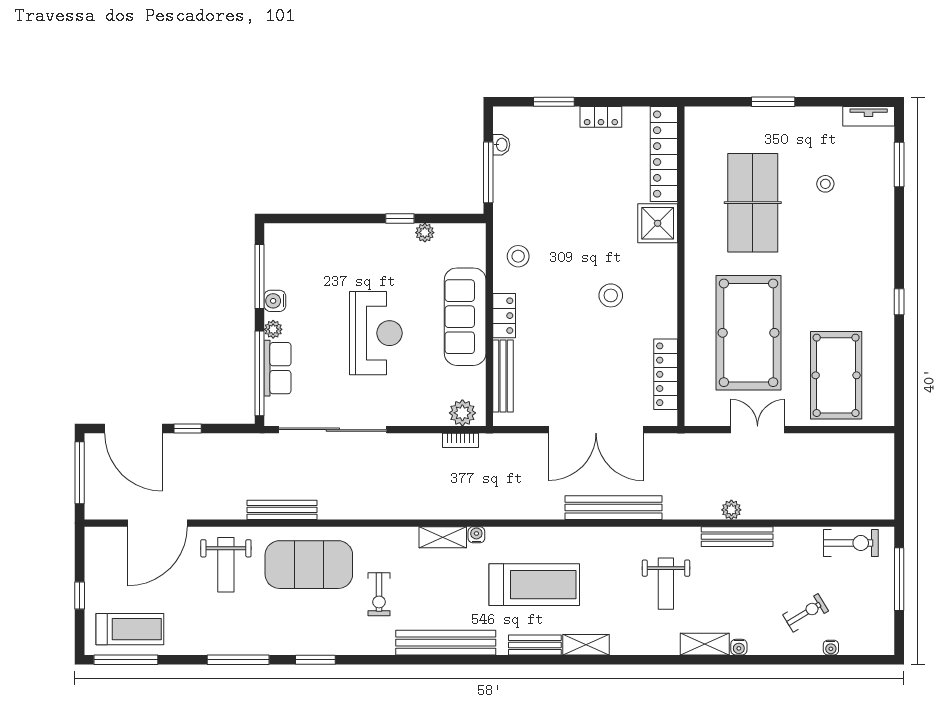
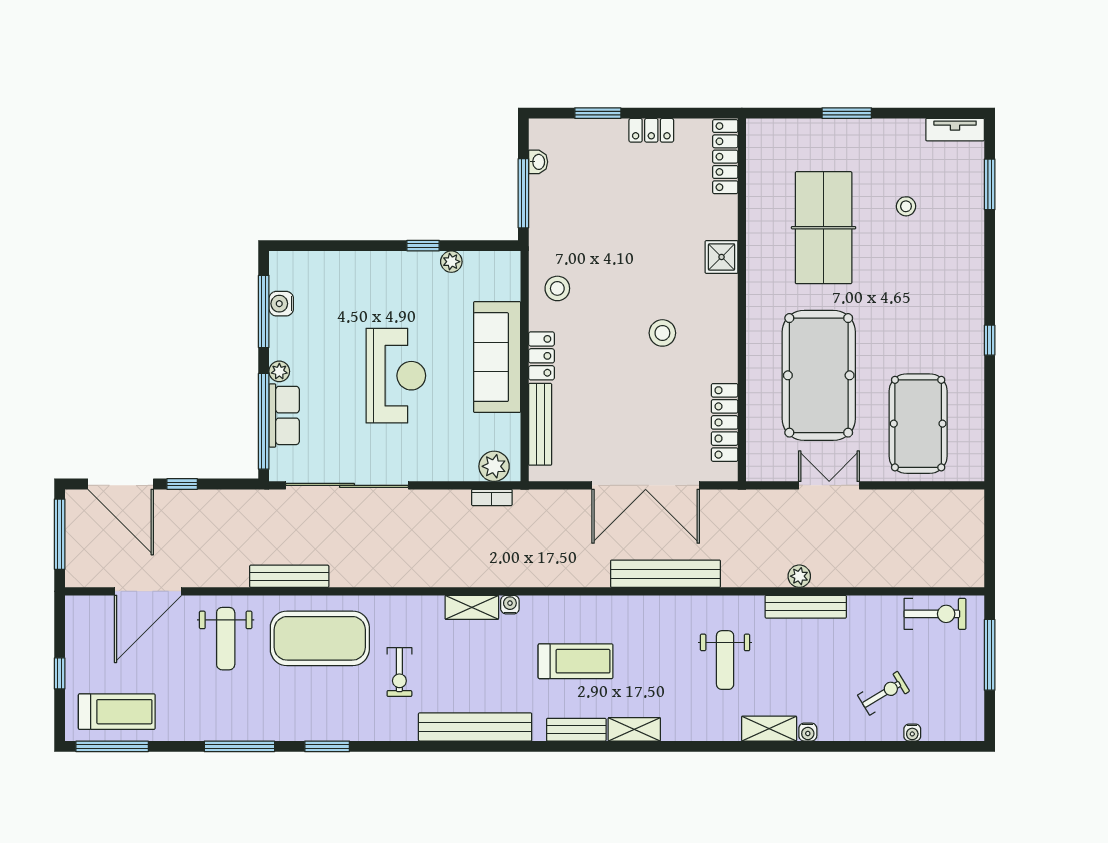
locker: (664, 154) -> (725, 157), width x0.71, depth x0.83
shower: (658, 223) -> (722, 257), width x0.73, depth x0.73
water cooler: (275, 301) -> (281, 304), moved
treadmill: (534, 585) -> (576, 661), width x0.73, depth x0.73

